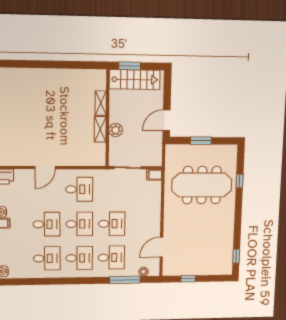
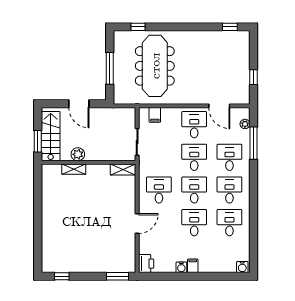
door: (166, 120) -> (79, 104), moved
shelving: (100, 129) -> (123, 169), moved
plant: (116, 130) -> (78, 154), moved
window: (201, 141) -> (110, 68), width x1.44
door: (45, 168) -> (137, 224), hinge flipped
filing cabinet: (154, 175) -> (155, 115), moved
window: (240, 181) -> (138, 27), moved
desk: (144, 223) -> (194, 125), added

